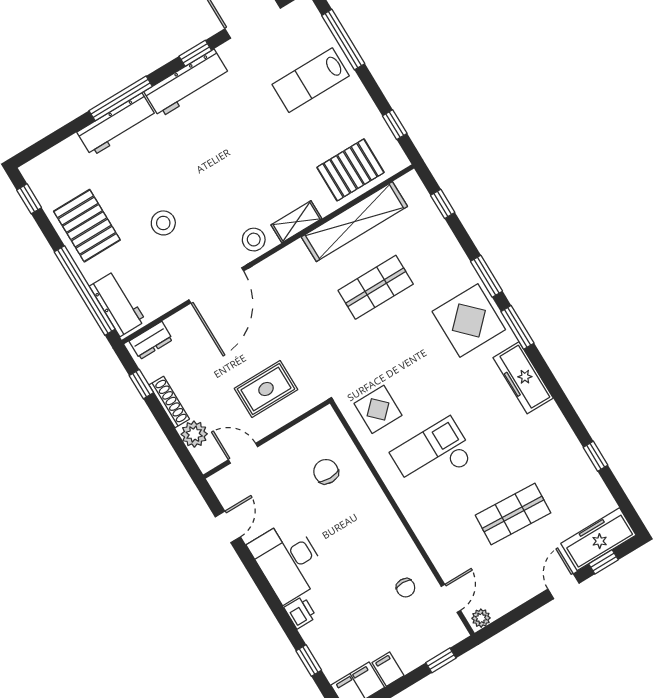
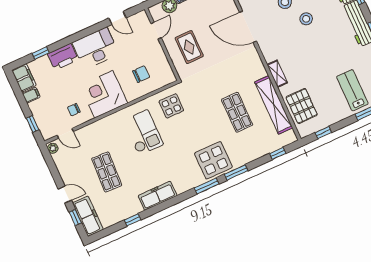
stool: (254, 240) -> (306, 19), moved
freezer: (523, 378) -> (157, 196), moved
corner desk: (371, 536) -> (104, 94), added
printer: (300, 612) -> (63, 57), width x1.87, depth x1.48

